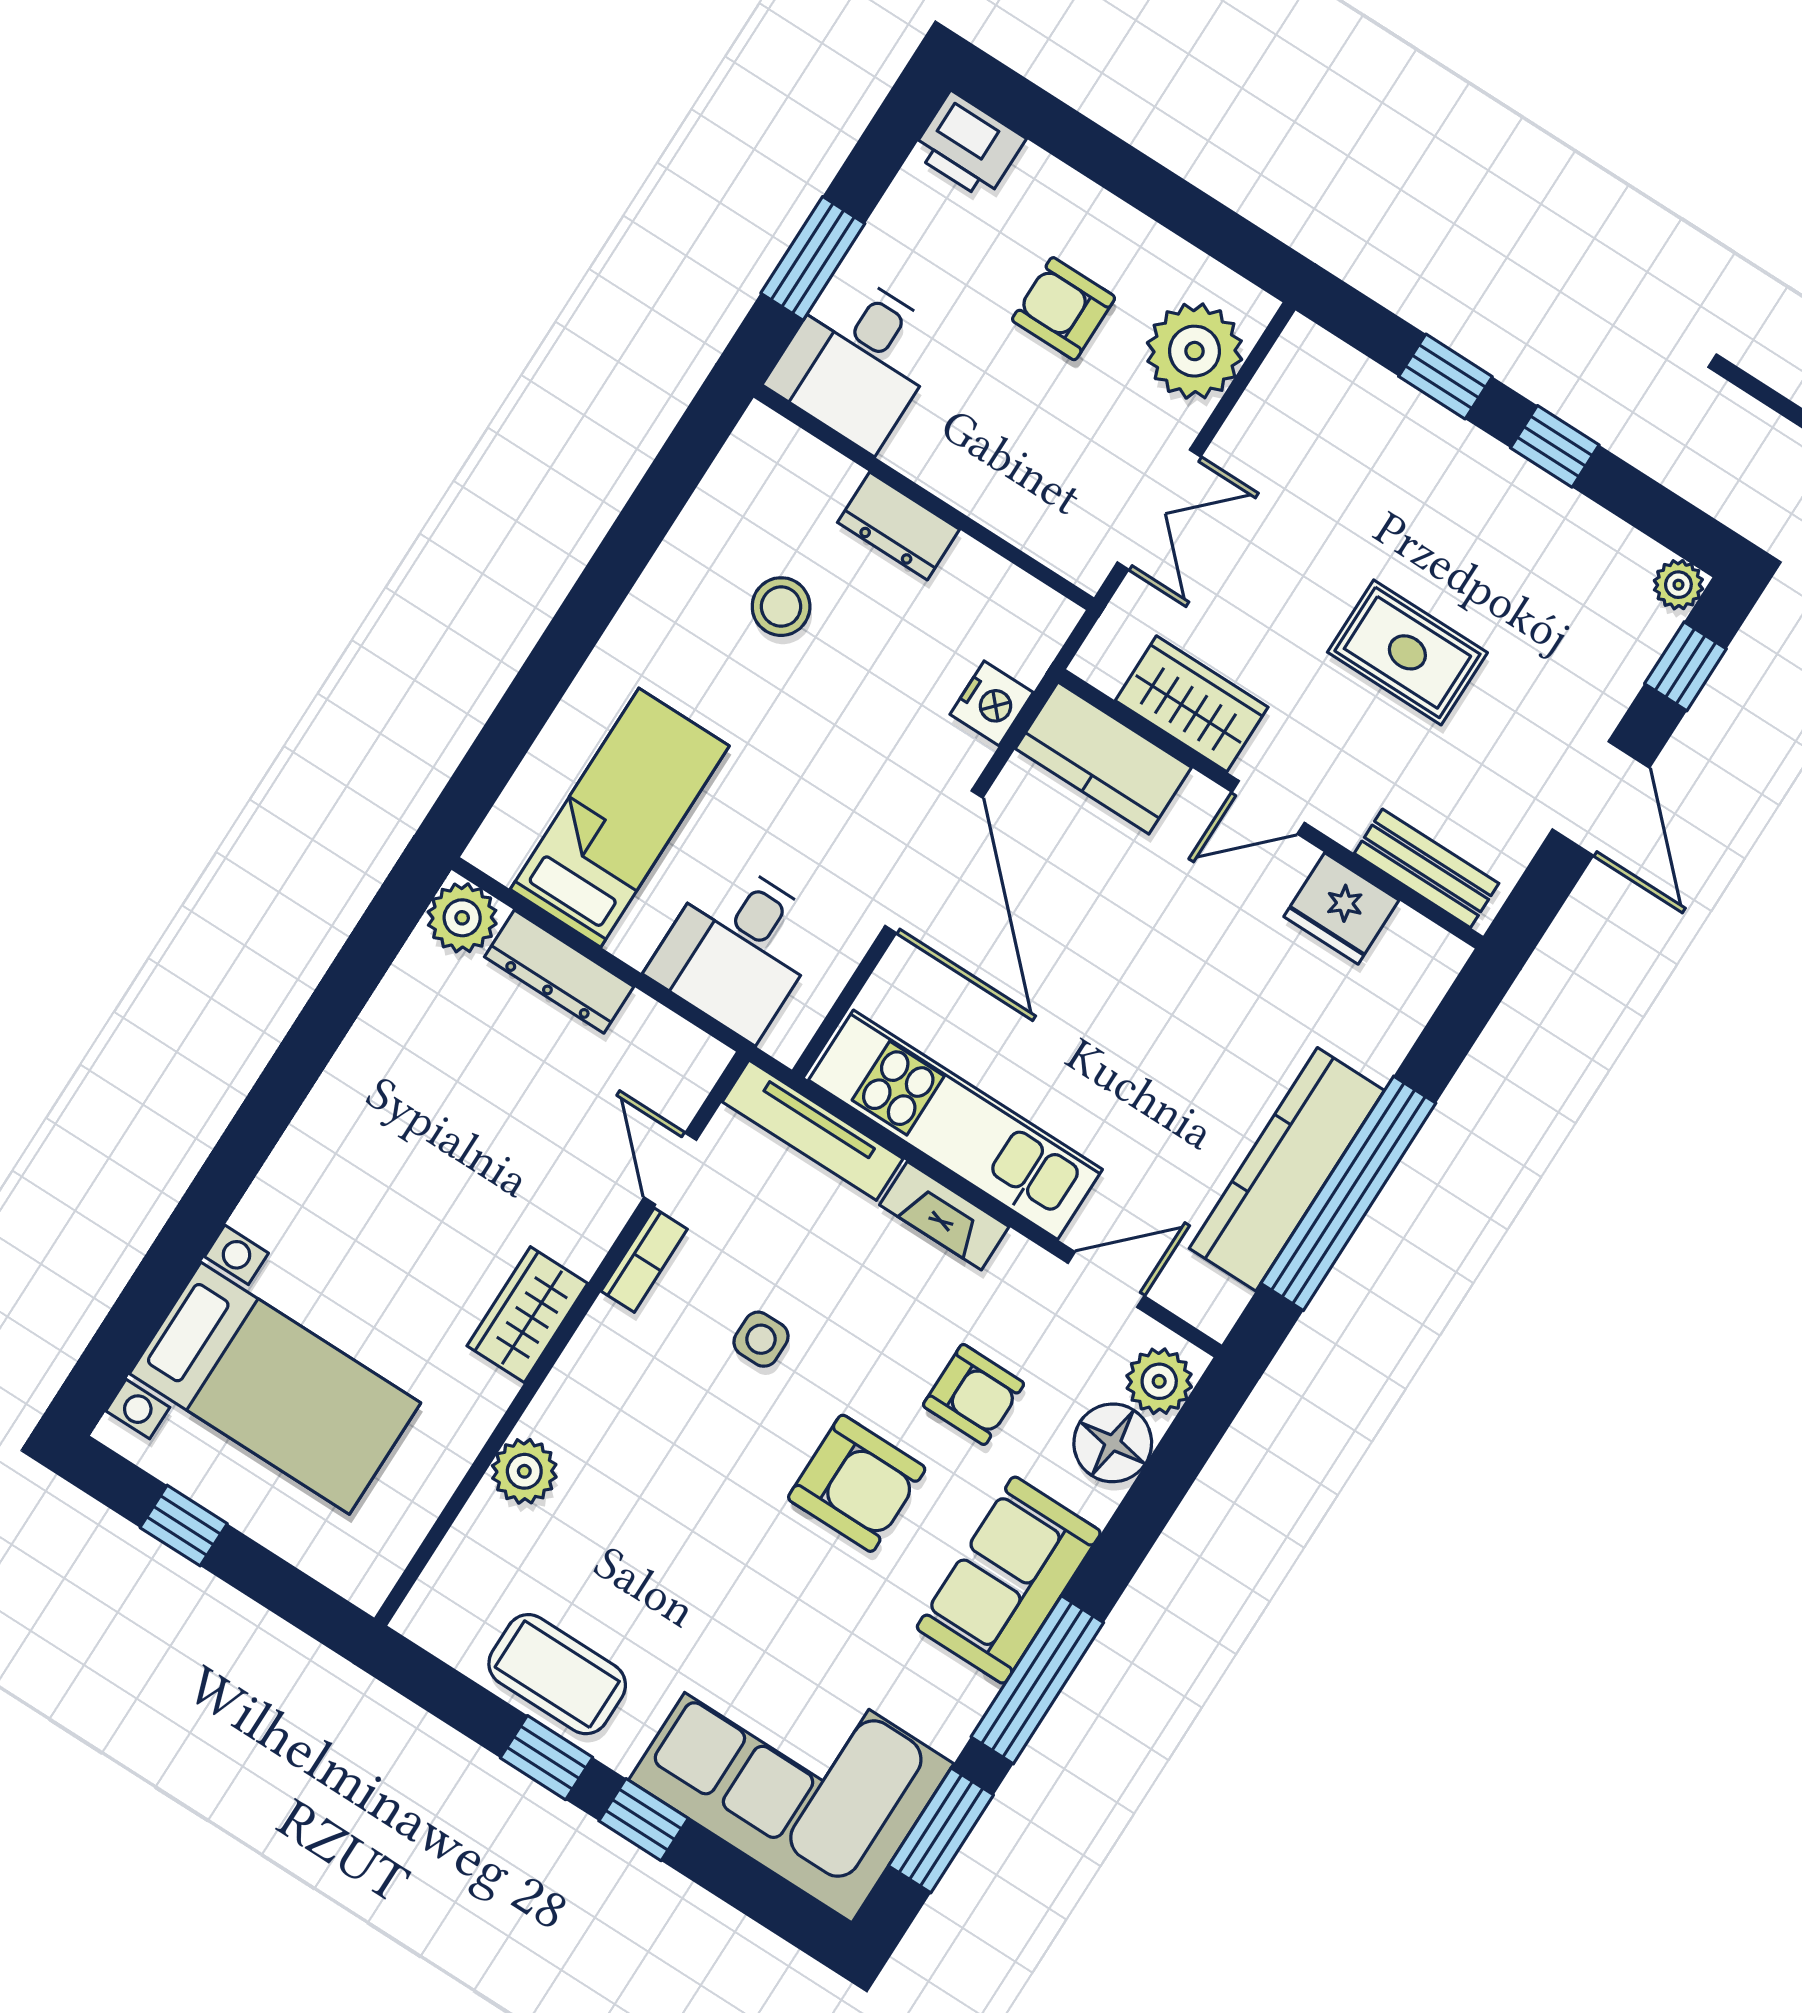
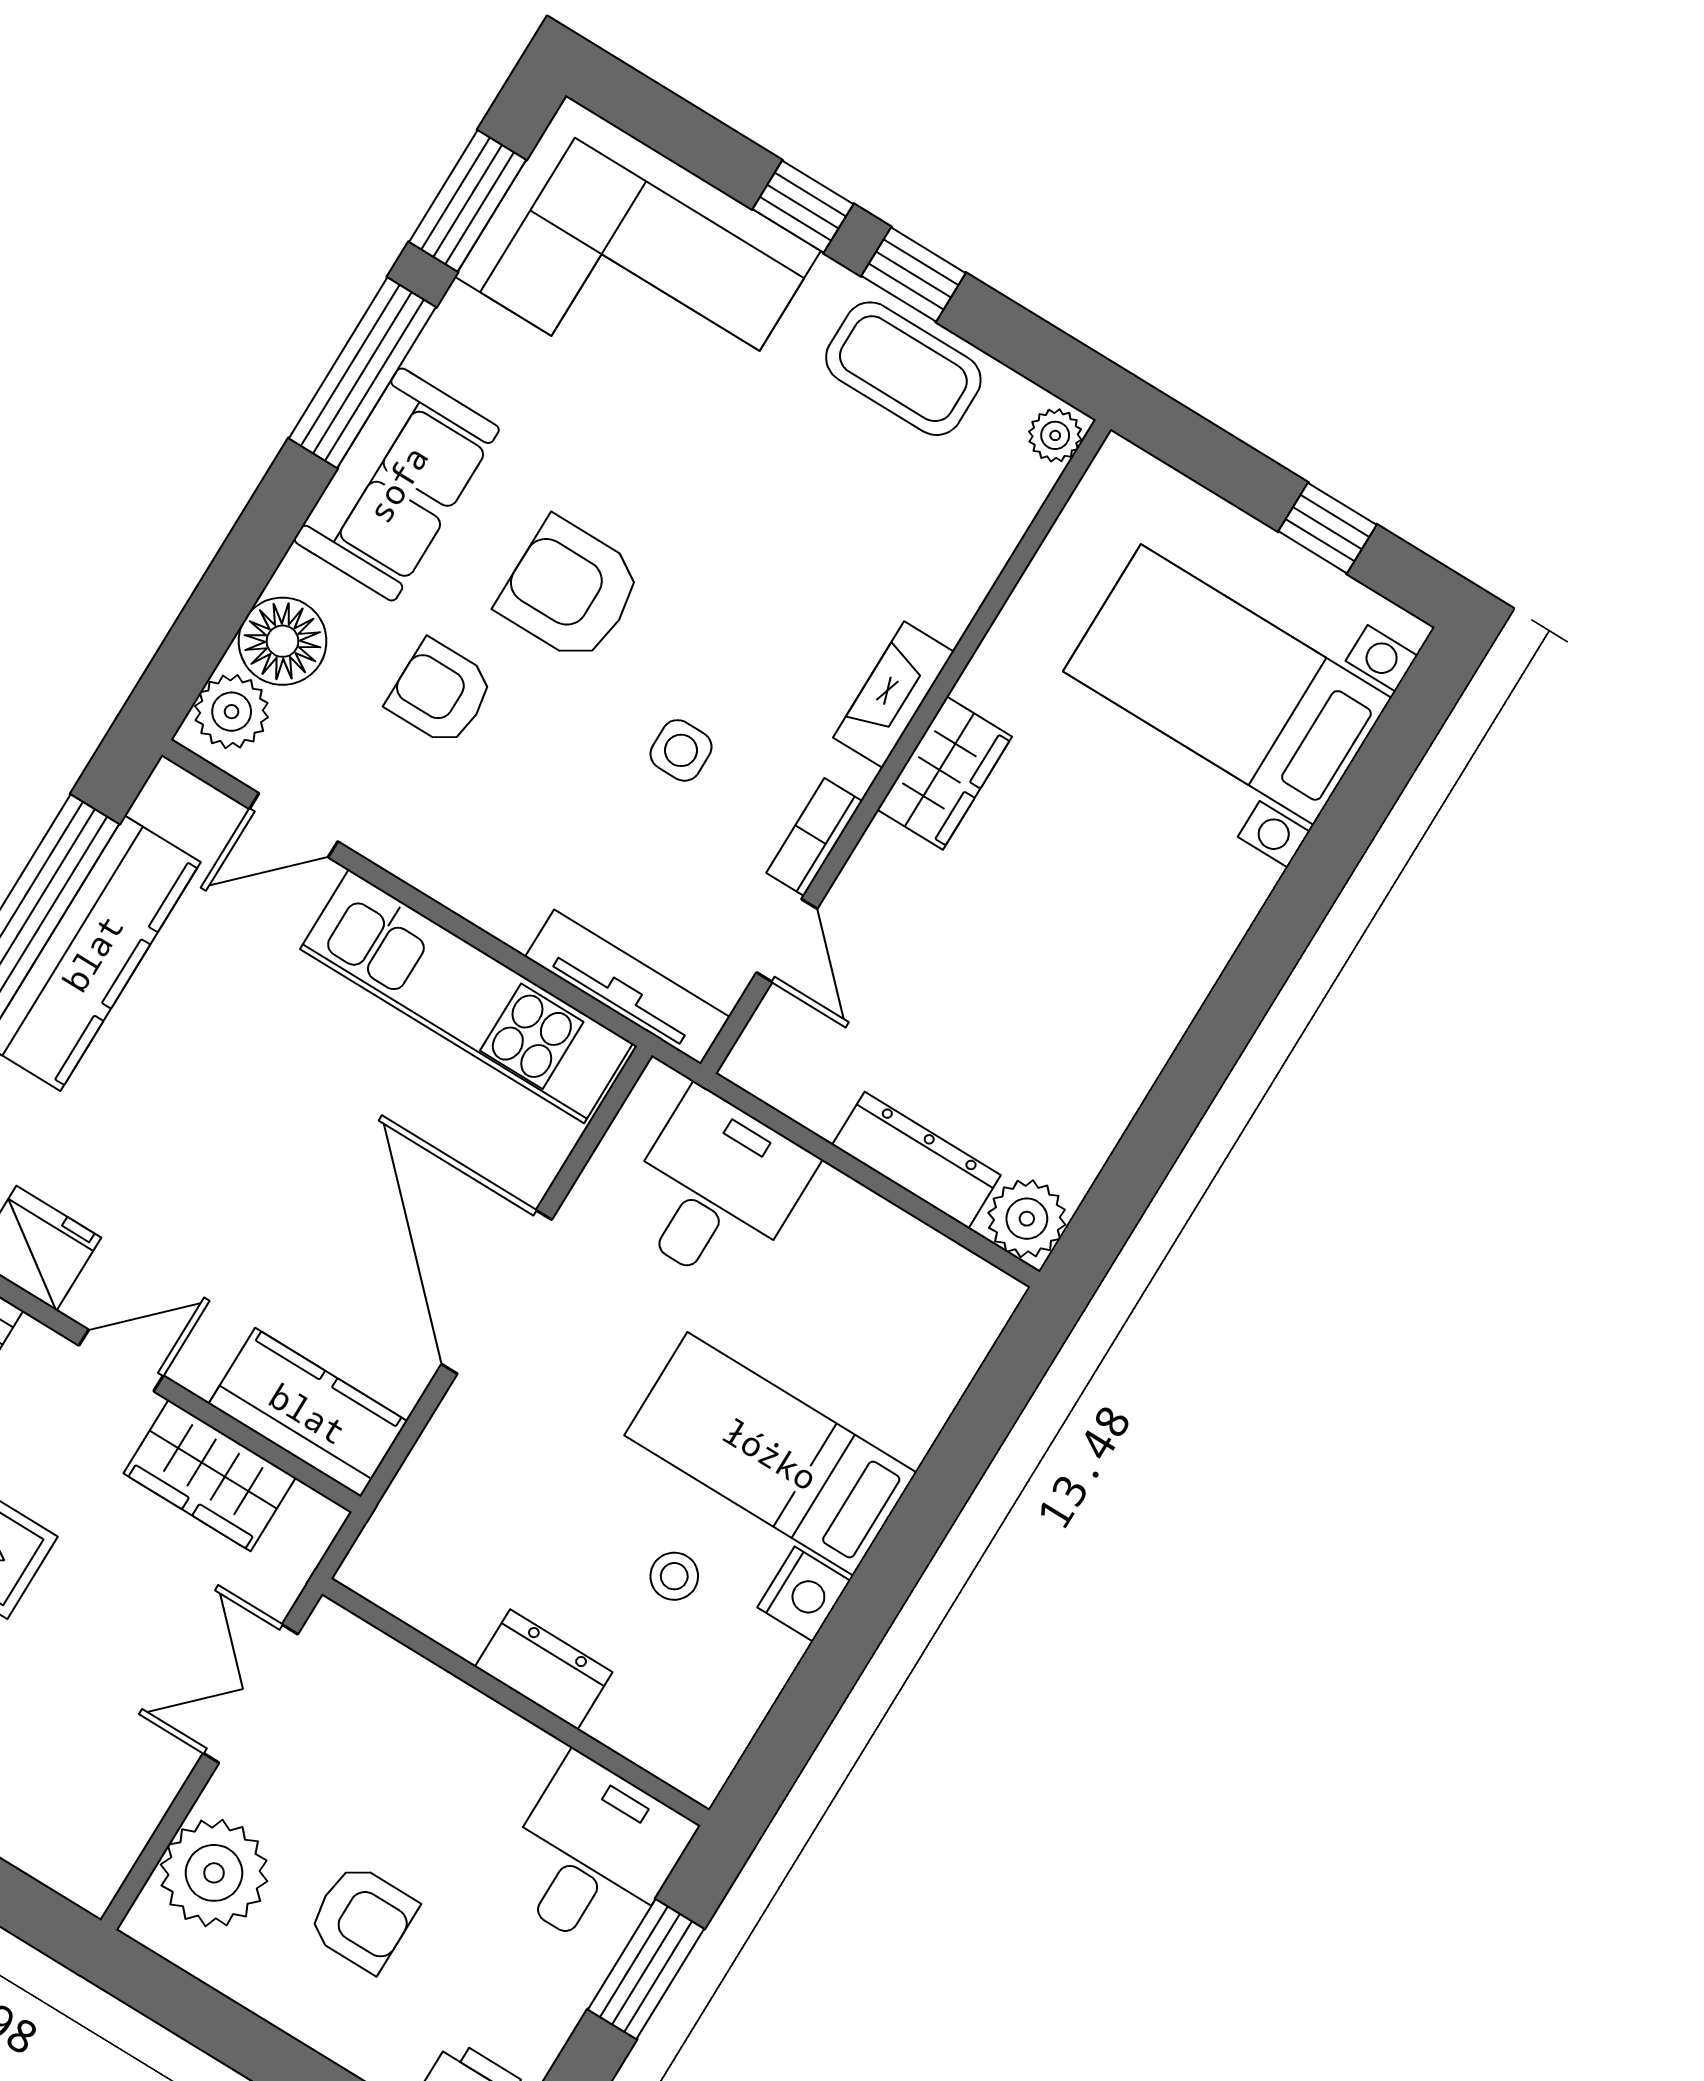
stool: (781, 607) -> (674, 1576), width x0.73, depth x0.73
nightstand: (992, 703) -> (804, 1594), moved, turned 180
bed: (620, 818) -> (771, 1454), moved, turned 90
fireplace: (944, 1216) -> (893, 695), moved, turned -90
plant: (524, 1471) -> (1055, 435), moved, width x0.73, depth x0.73

